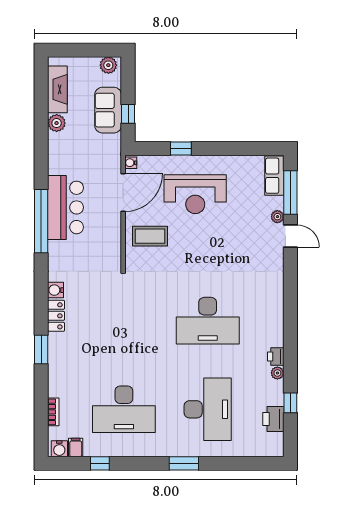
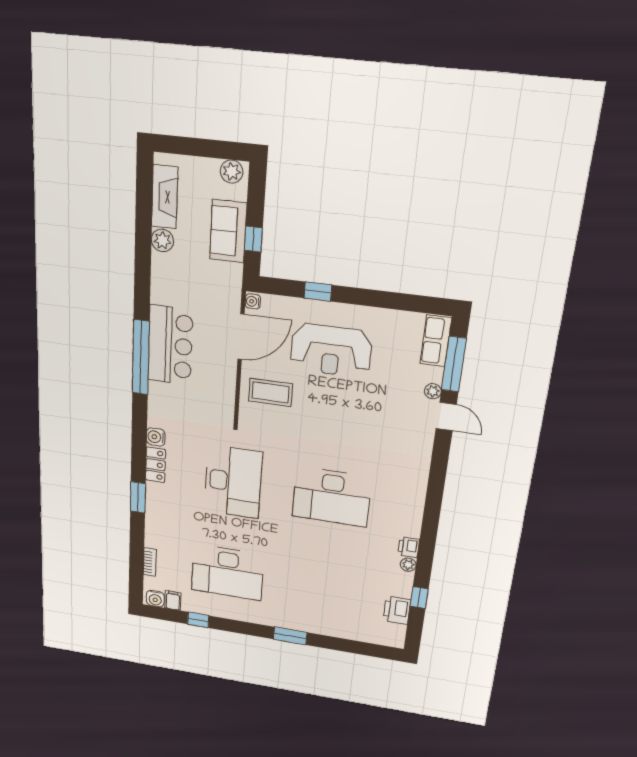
desk: (208, 409) -> (233, 482), moved

